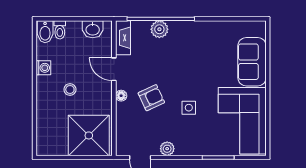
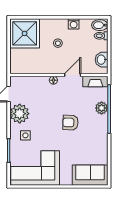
sofa: (252, 62) -> (90, 175), moved
armchair: (151, 98) -> (70, 123), moved, turned 117
side table: (189, 108) -> (25, 135), moved
shower: (89, 135) -> (25, 33), moved
plant: (167, 149) -> (20, 114), width x1.88, depth x1.88

